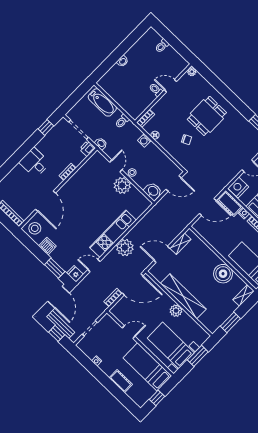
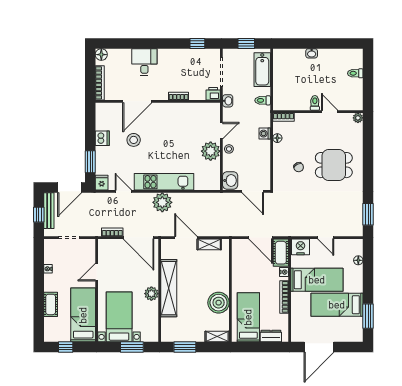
window: (76, 96) -> (246, 43), added
desk: (35, 163) -> (144, 62), moved
stool: (35, 228) -> (134, 140), moved
door: (129, 332) -> (97, 272), swing flipped

